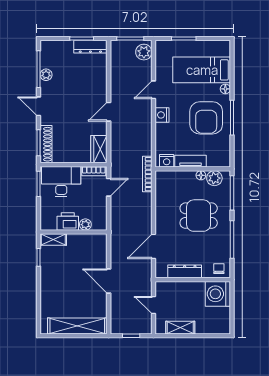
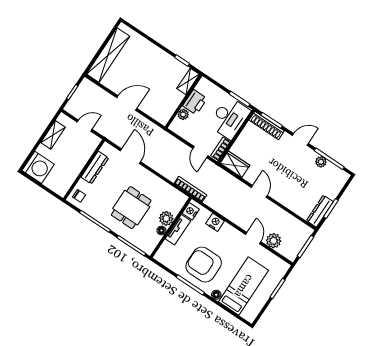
plant: (144, 52) -> (274, 241), moved
nightstand: (162, 115) -> (215, 222), moved
plant: (214, 178) -> (166, 218), moved
washing machine: (218, 294) -> (38, 167), moved, turned 90

